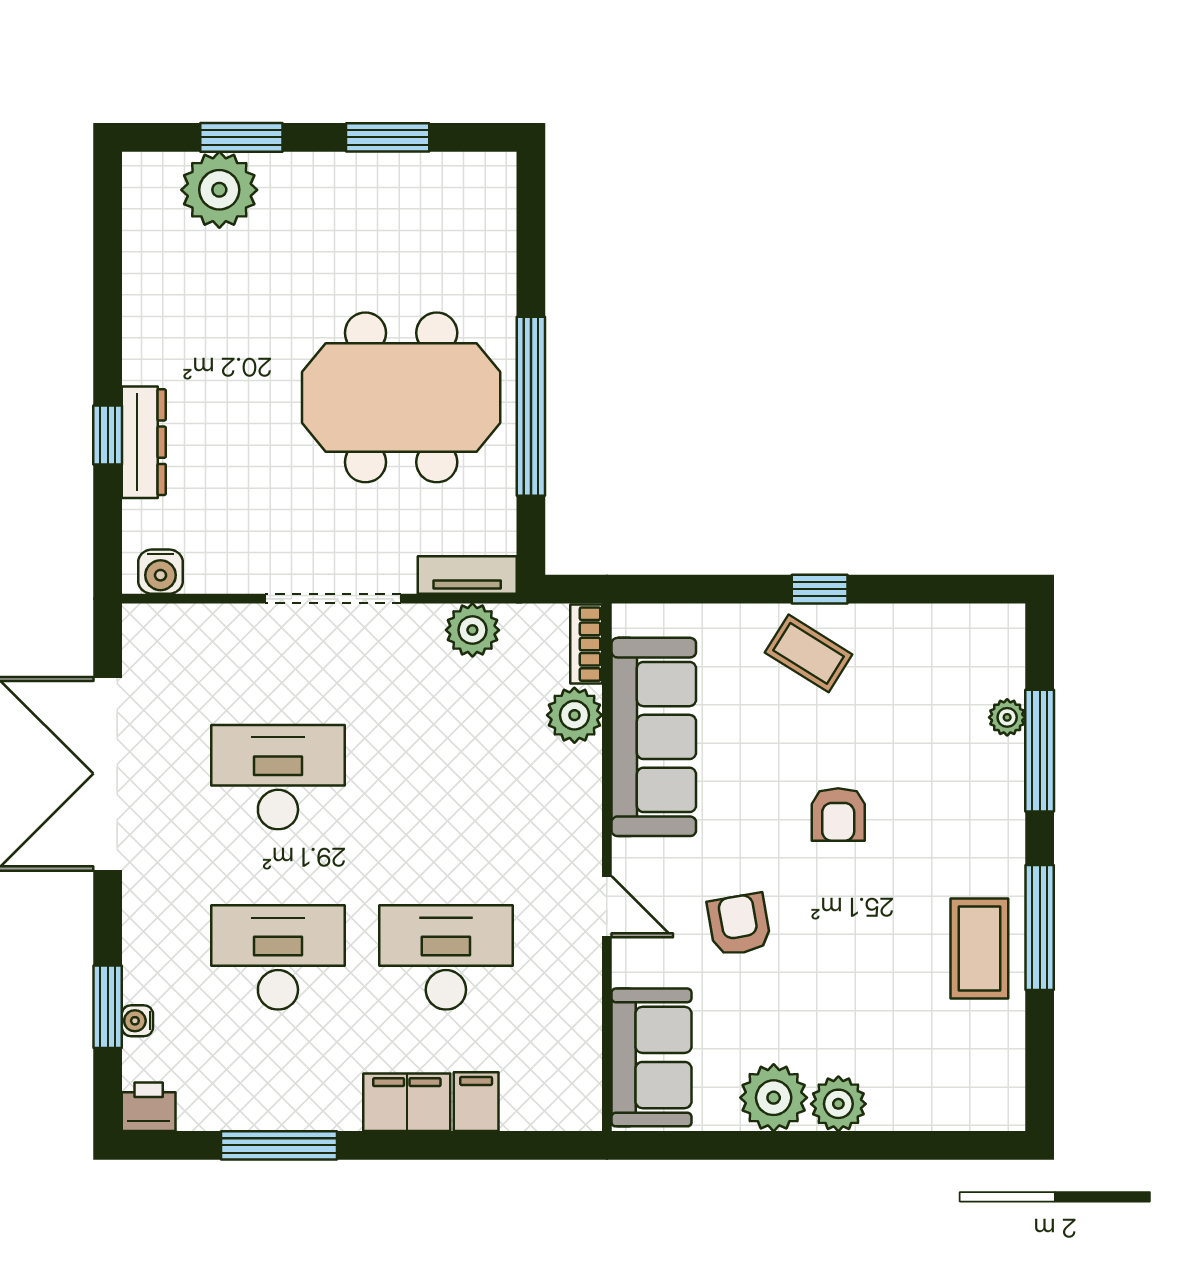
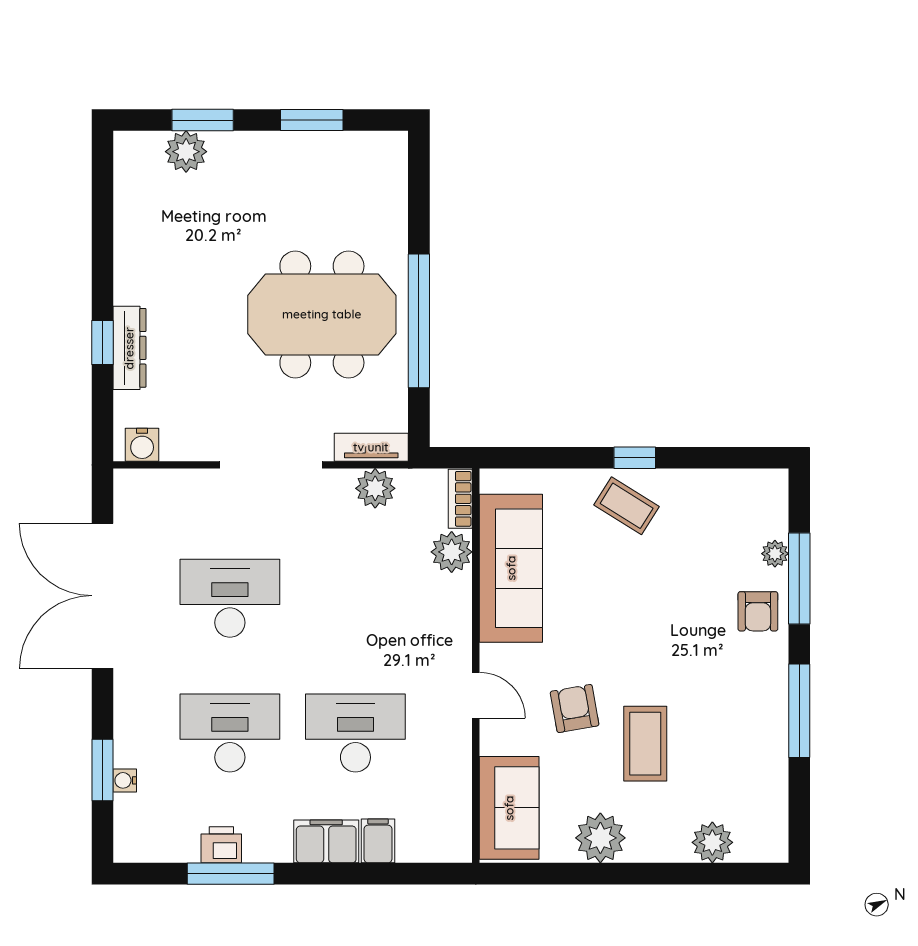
plant: (219, 190) -> (186, 152), width x0.73, depth x0.73
armchair: (838, 814) -> (758, 611), moved
coffee table: (979, 949) -> (645, 744), moved
plant: (838, 1104) -> (712, 842), moved
printer: (149, 1107) -> (221, 845), moved

